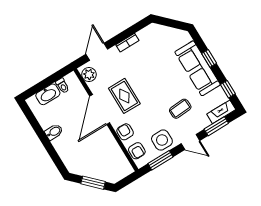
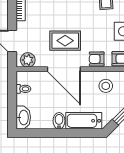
washbasin: (48, 94) -> (23, 117), moved
bathtub: (67, 153) -> (84, 121), added
stool: (107, 153) -> (106, 86), added

